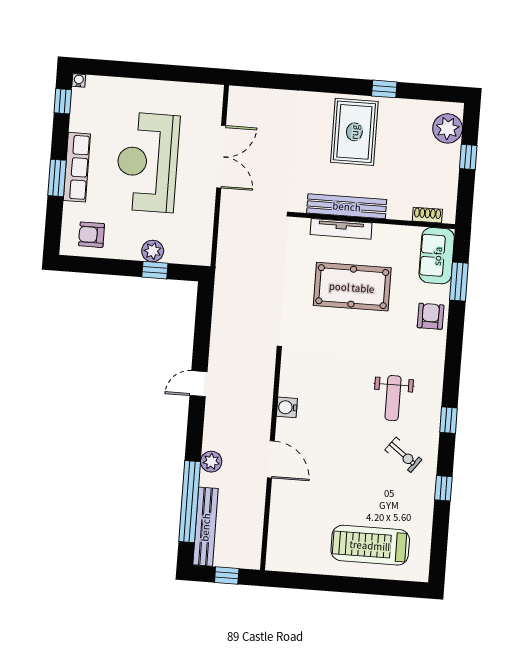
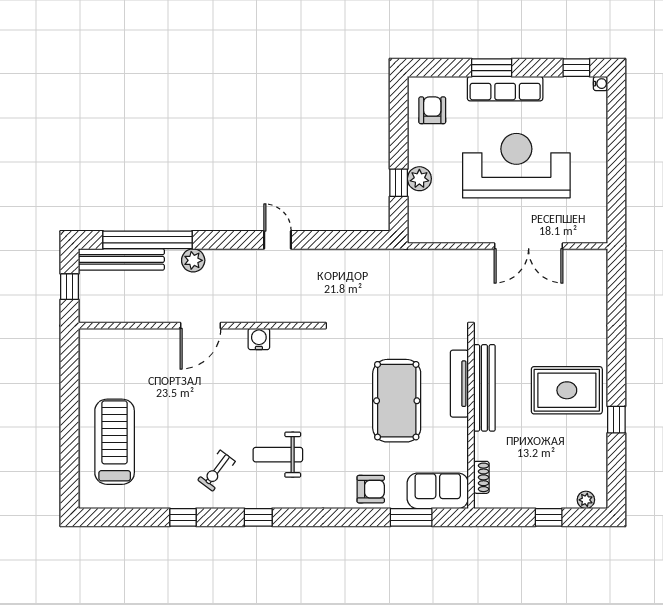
plant: (448, 128) -> (586, 500), width x0.53, depth x0.53

